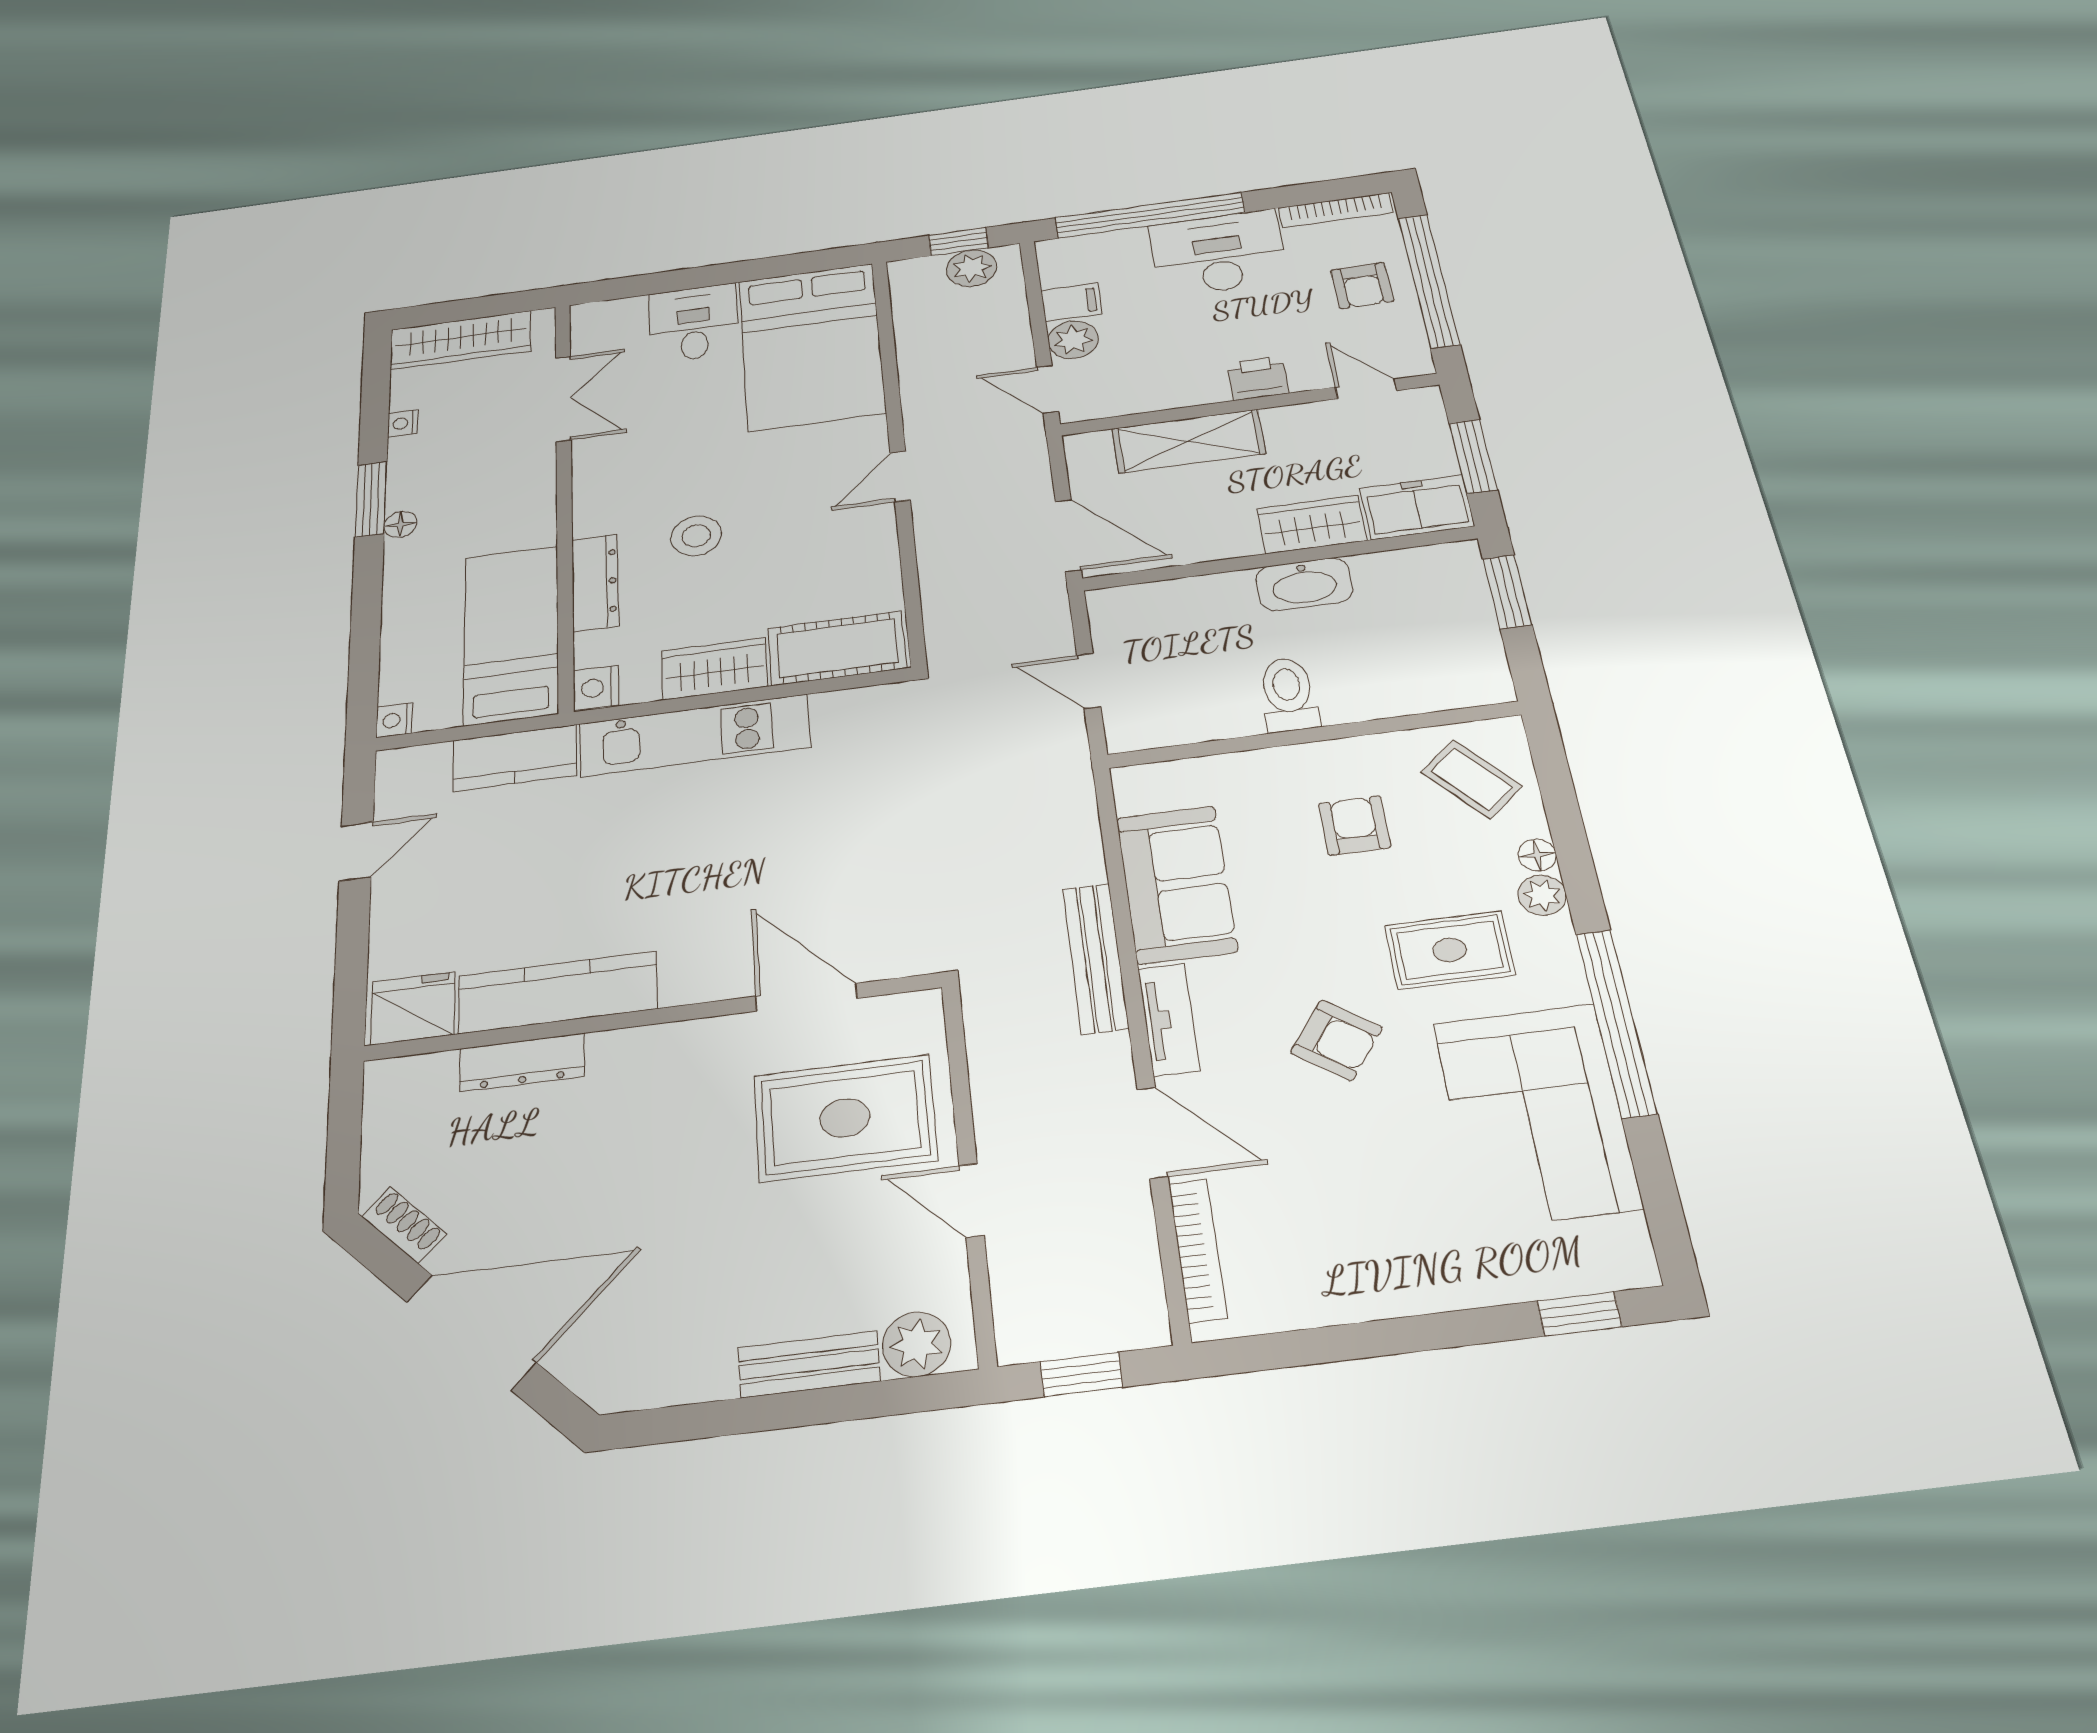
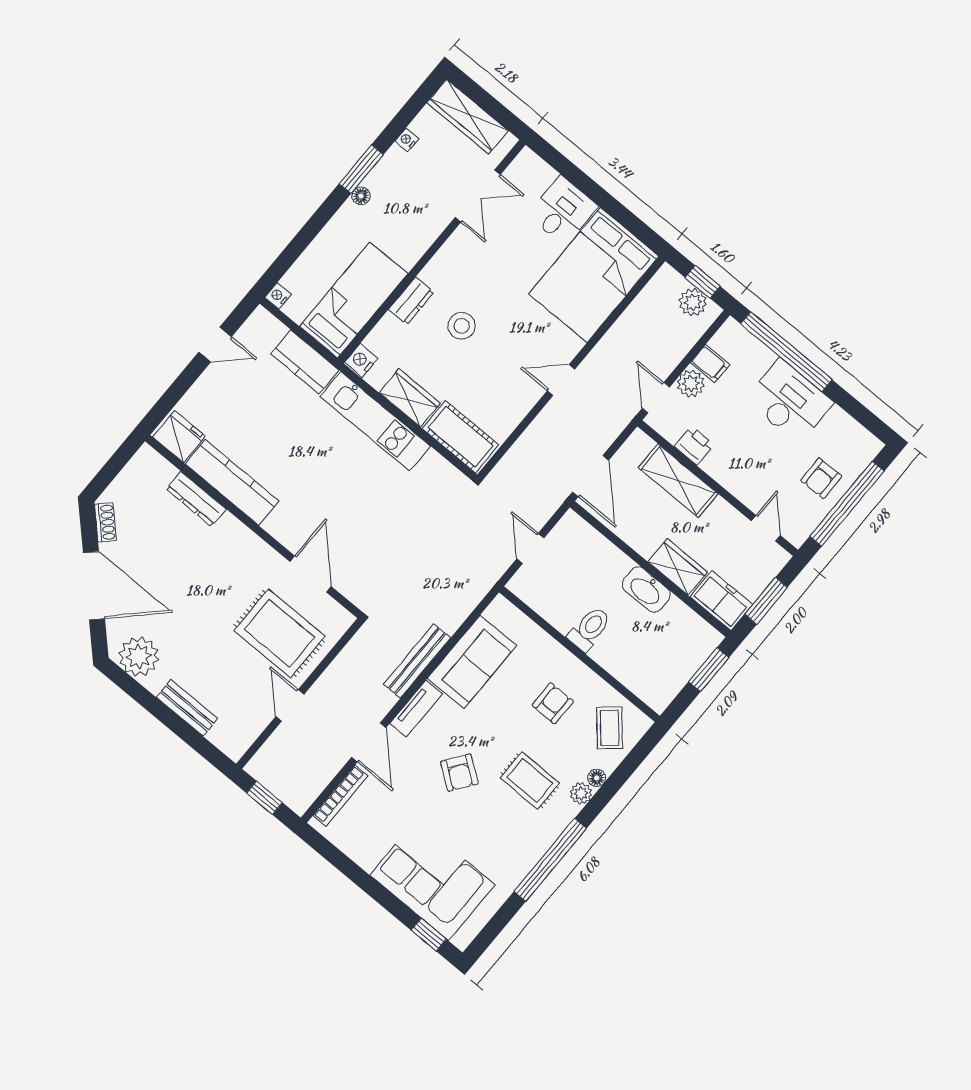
bookcase: (1336, 210) -> (855, 430), removed
printer: (1258, 378) -> (694, 446), moved
dresser: (595, 583) -> (411, 301), width x0.70
corner sofa: (1536, 1115) -> (432, 880), moved, turned 90
plant: (917, 1344) -> (139, 656), moved, width x1.36, depth x1.36

